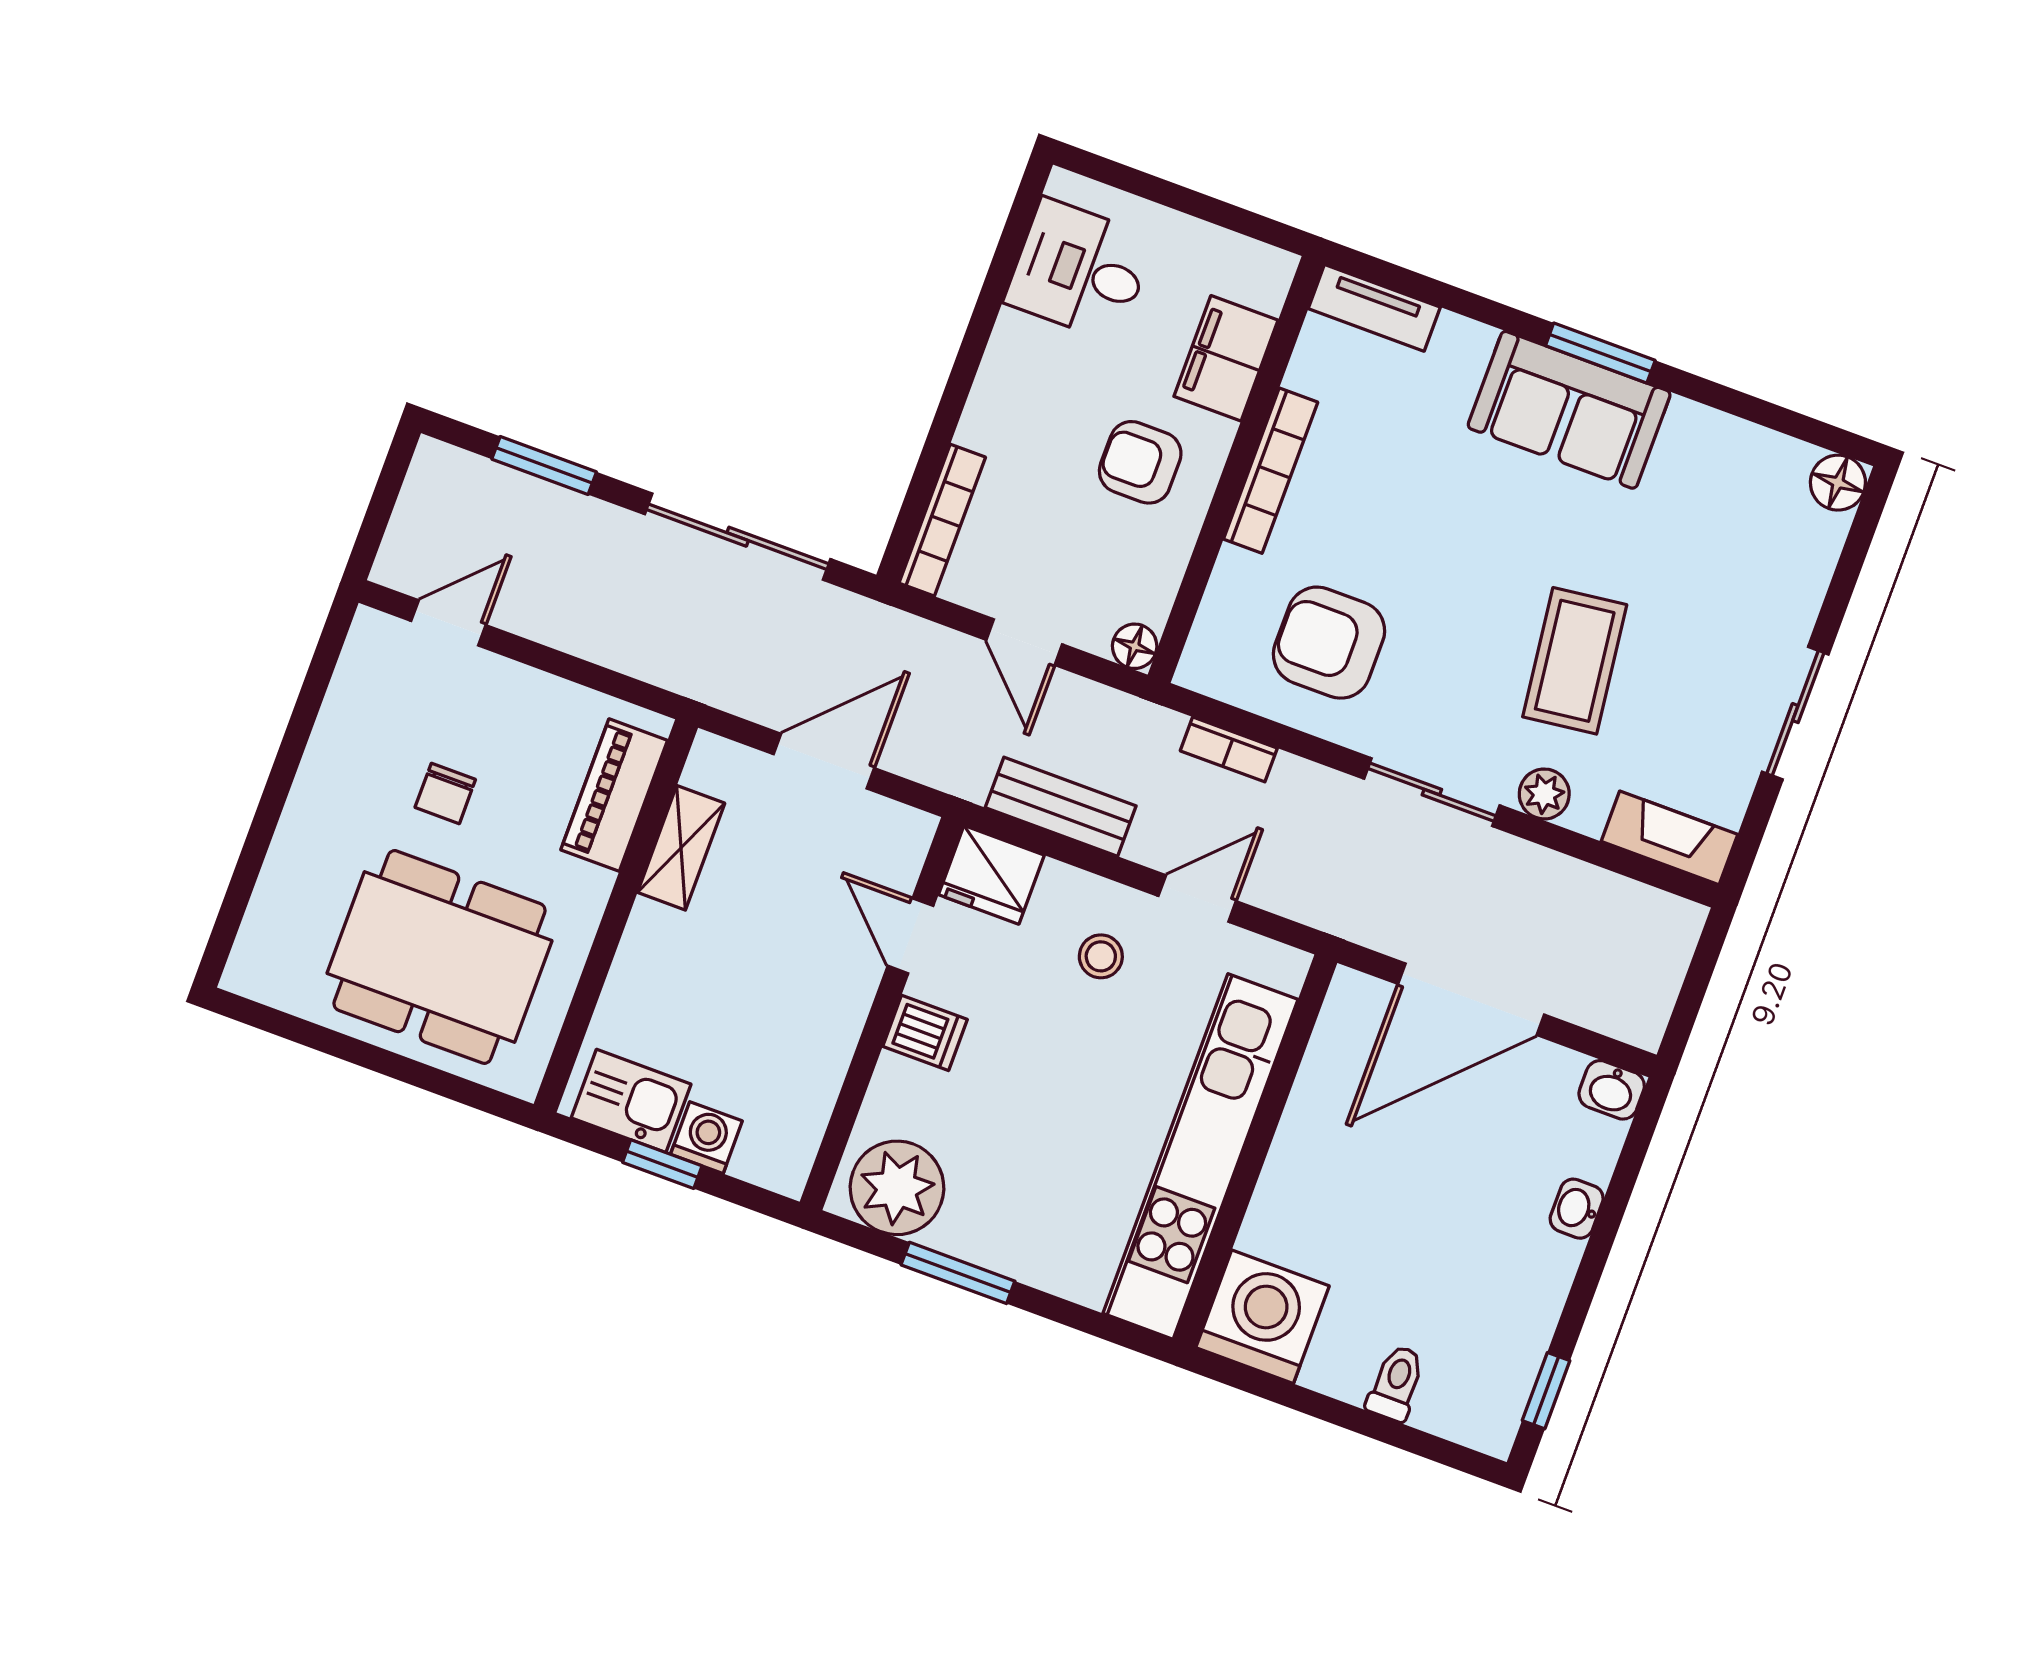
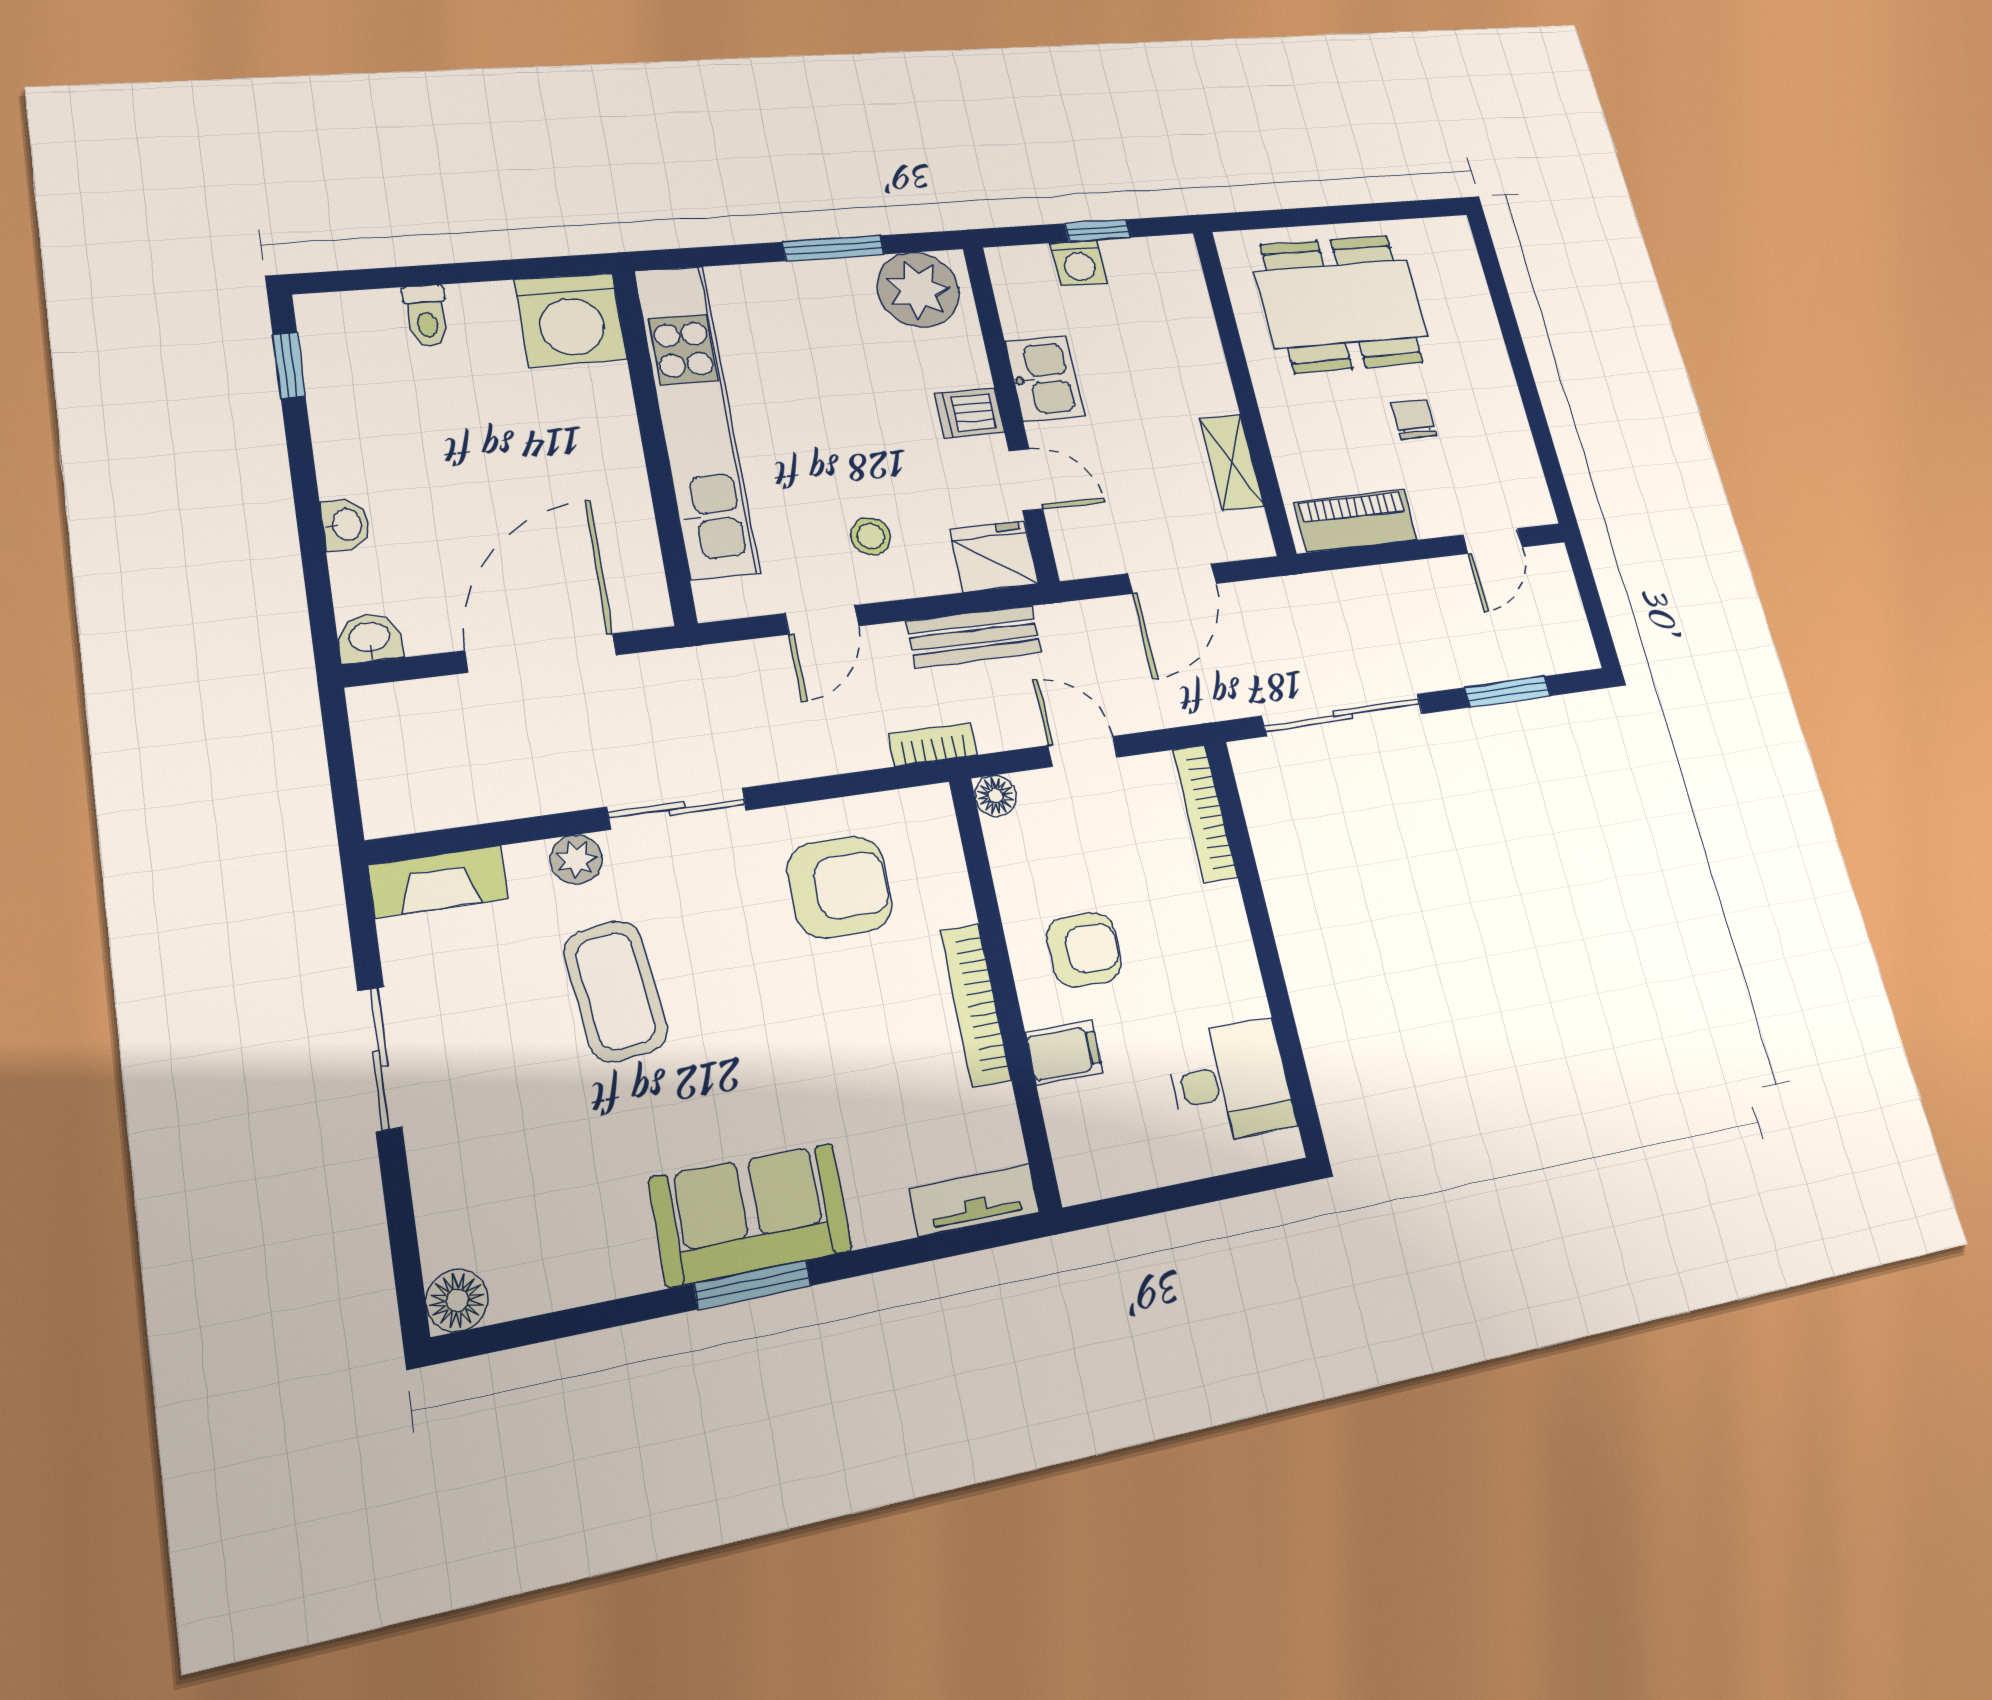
filing cabinet: (1226, 358) -> (1064, 1053), width x0.50
bookcase: (1229, 749) -> (933, 744), moved
piano: (614, 795) -> (1356, 521), moved, turned -90
kitchen sink: (631, 1101) -> (1045, 379), moved, turned -90

